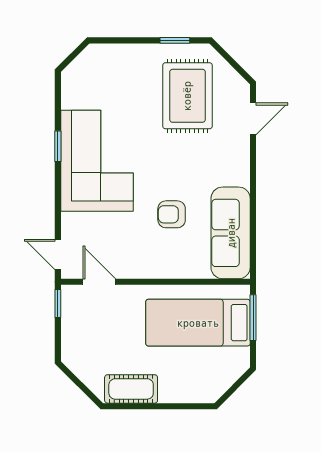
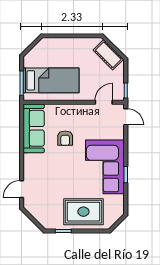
rug: (187, 96) -> (83, 212), moved, turned 90
armchair: (172, 214) -> (65, 138), turned 90
door: (99, 282) -> (104, 102), swing flipped
cot: (131, 389) -> (108, 55), moved, turned 45

